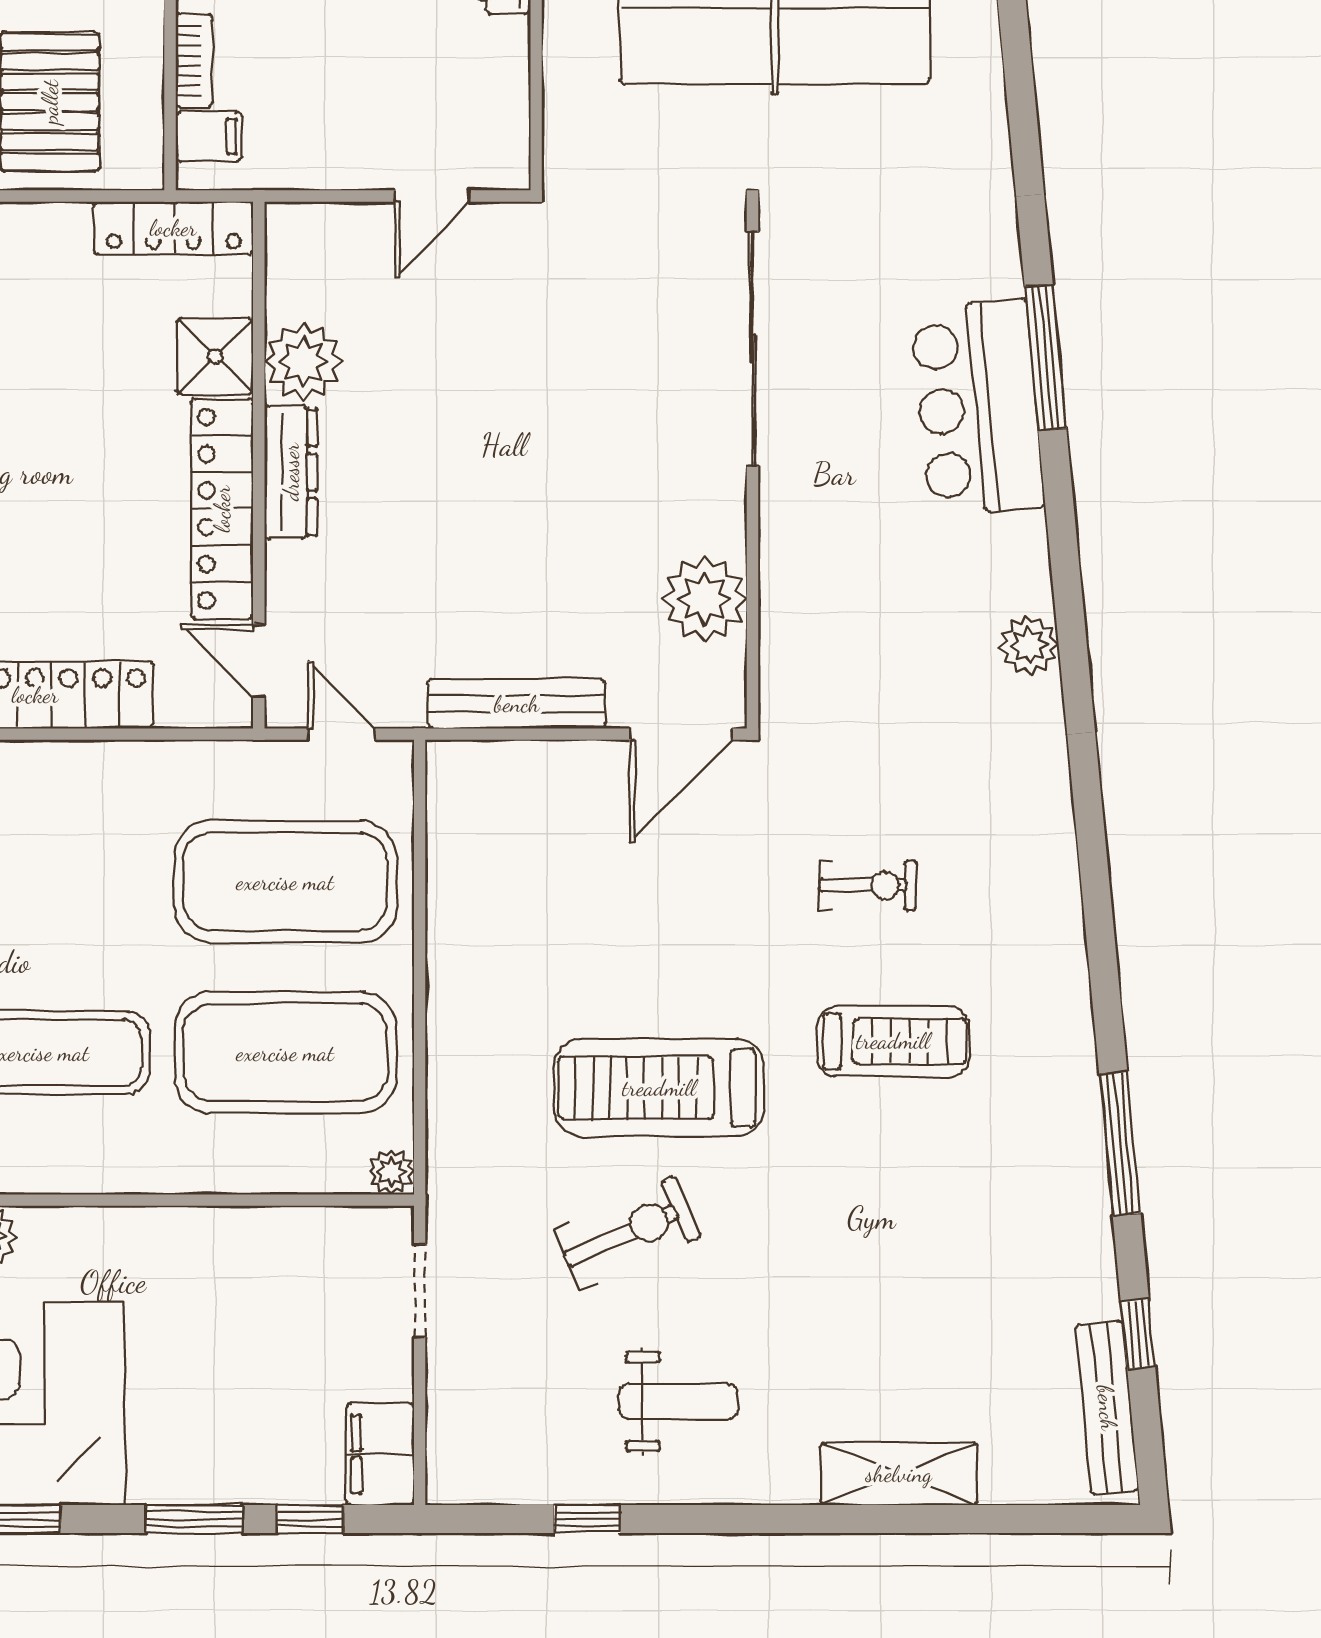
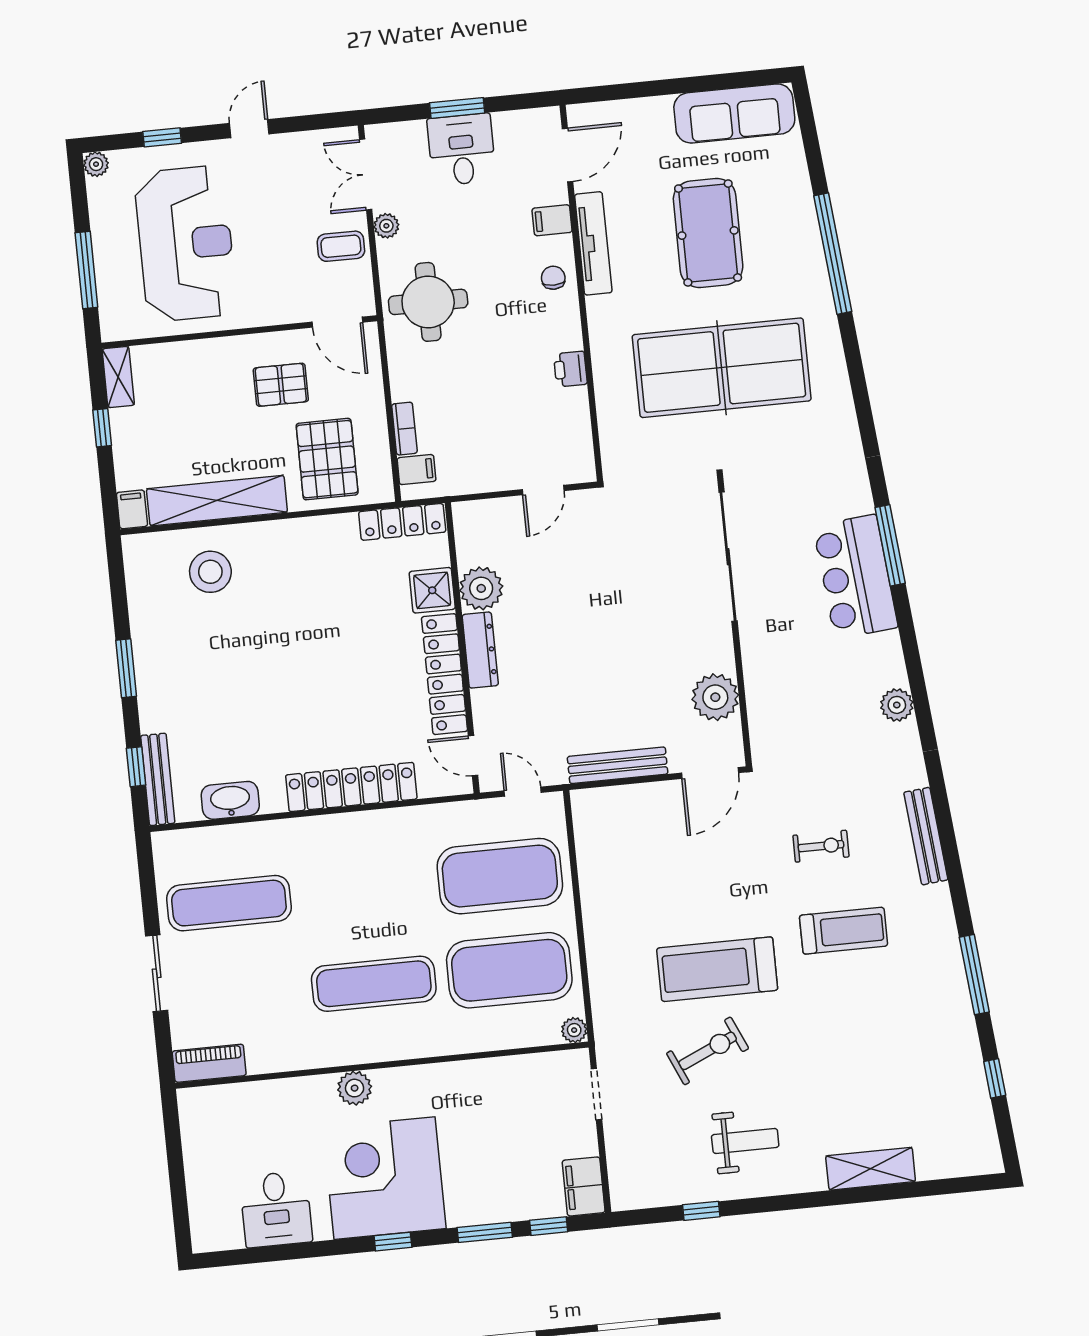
bench: (1107, 1408) -> (926, 836), moved

